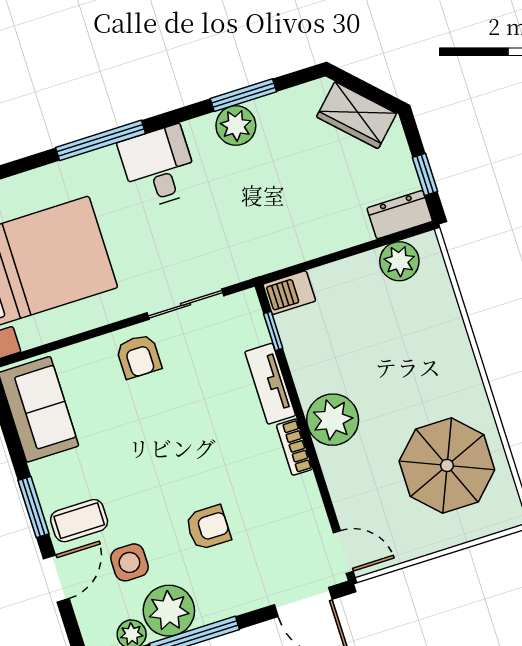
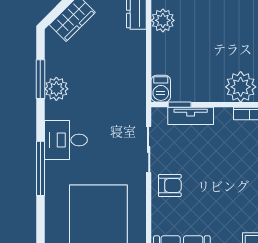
tv unit: (270, 384) -> (191, 116), moved

